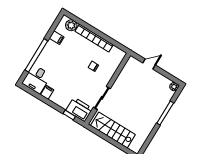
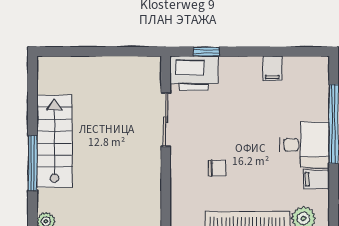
desk: (37, 79) -> (305, 145), moved, turned 90
stairs: (113, 130) -> (54, 141), moved, turned -90

